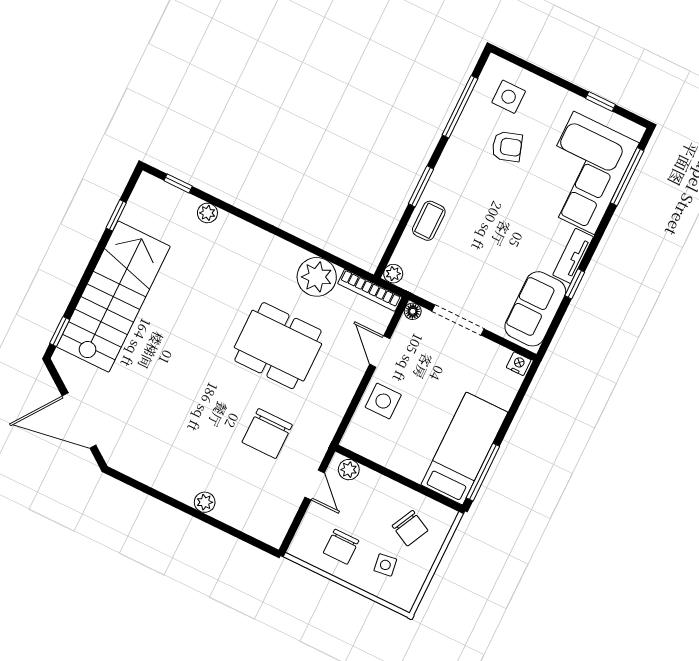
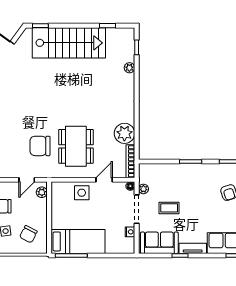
coffee table: (429, 221) -> (169, 208), moved
plant: (393, 274) -> (143, 189), moved
dining table: (278, 346) -> (76, 146), moved
nightstand: (519, 364) -> (130, 232), moved

